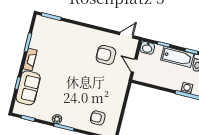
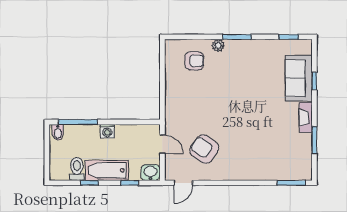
armchair: (106, 55) -> (204, 149), turned -145
washing machine: (187, 88) -> (107, 131), moved
plant: (57, 119) -> (218, 46), moved

